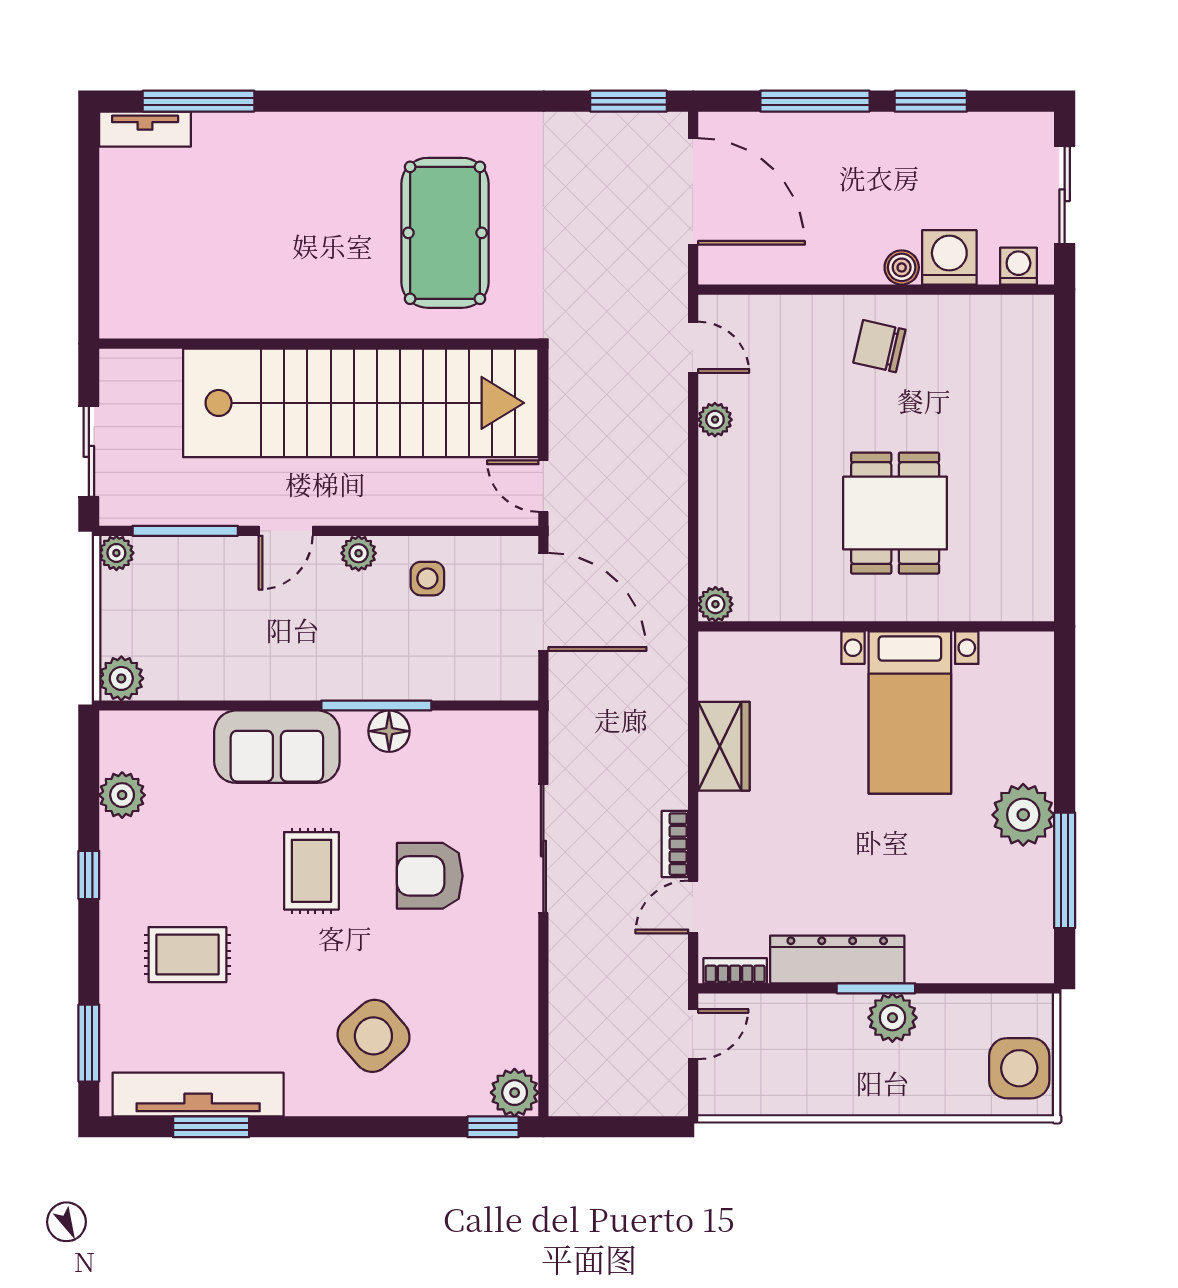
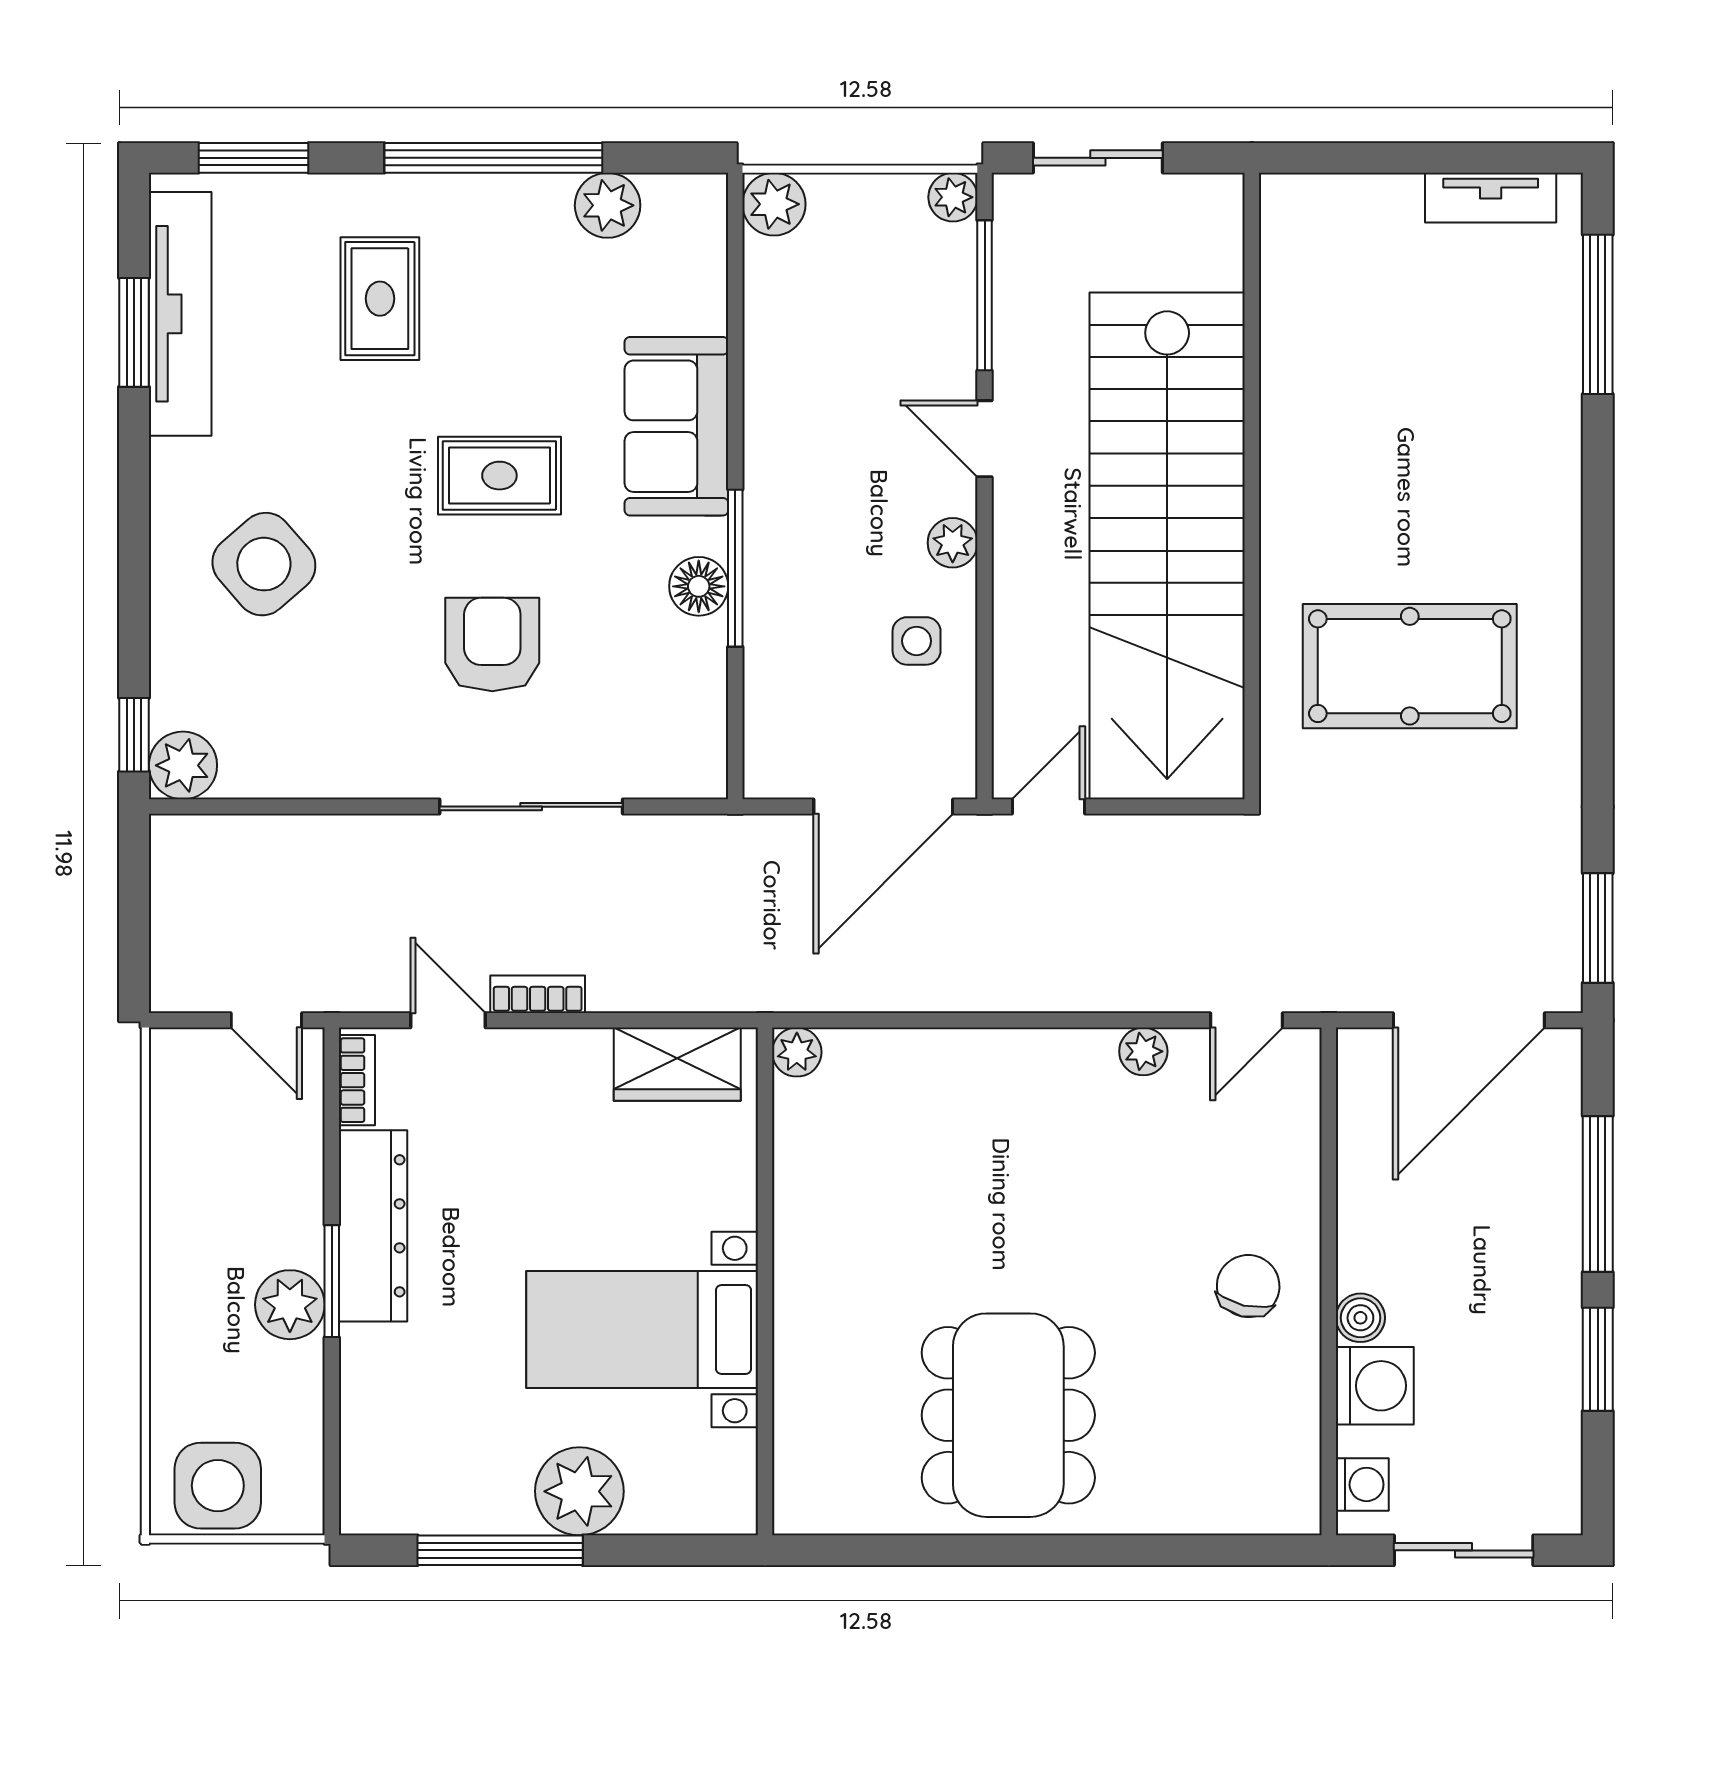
tv unit: (145, 129) -> (1491, 198), moved, turned -90
dining table: (895, 513) -> (1008, 1415), moved, width x1.38
plant: (715, 604) -> (797, 1052), moved
wall: (876, 626) -> (765, 1281), moved
bed with nightstands: (910, 713) -> (642, 1329), moved
window: (89, 875) -> (493, 158), width x3.17

